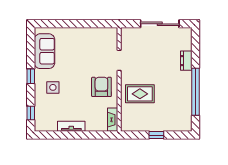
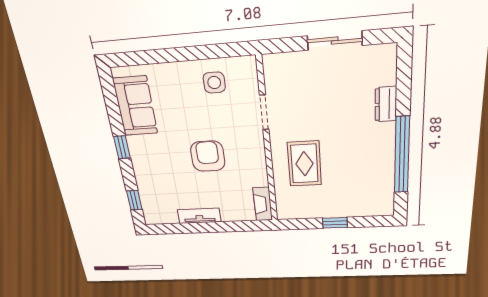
sliding door: (160, 24) -> (335, 41), width x0.73
side table: (53, 87) -> (214, 83), moved
armchair: (101, 87) -> (208, 156), moved
rug: (140, 94) -> (304, 164), turned 90

